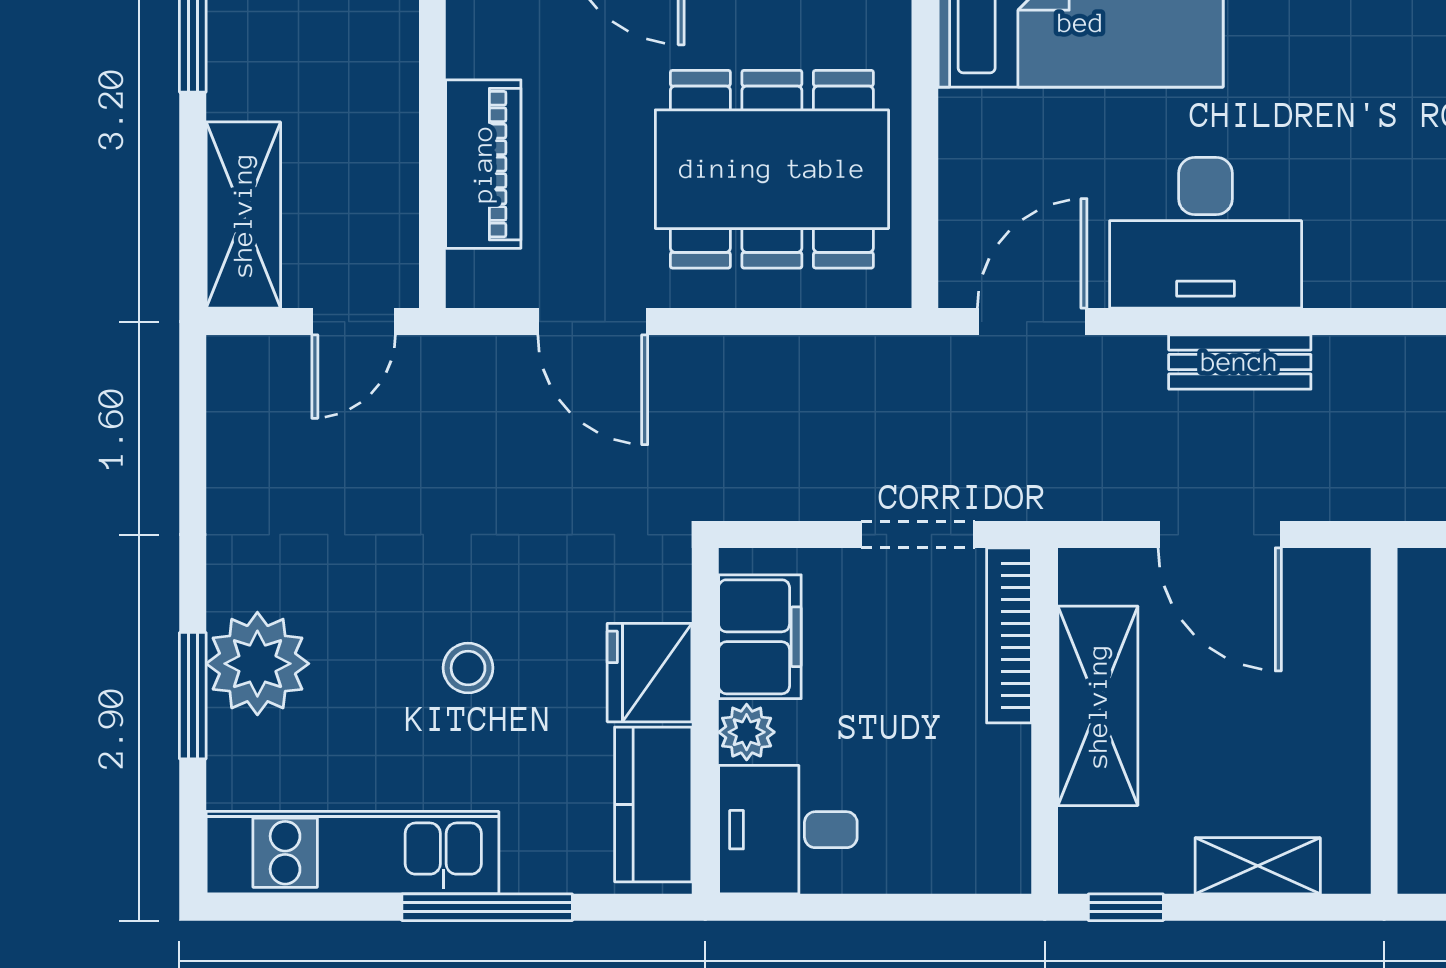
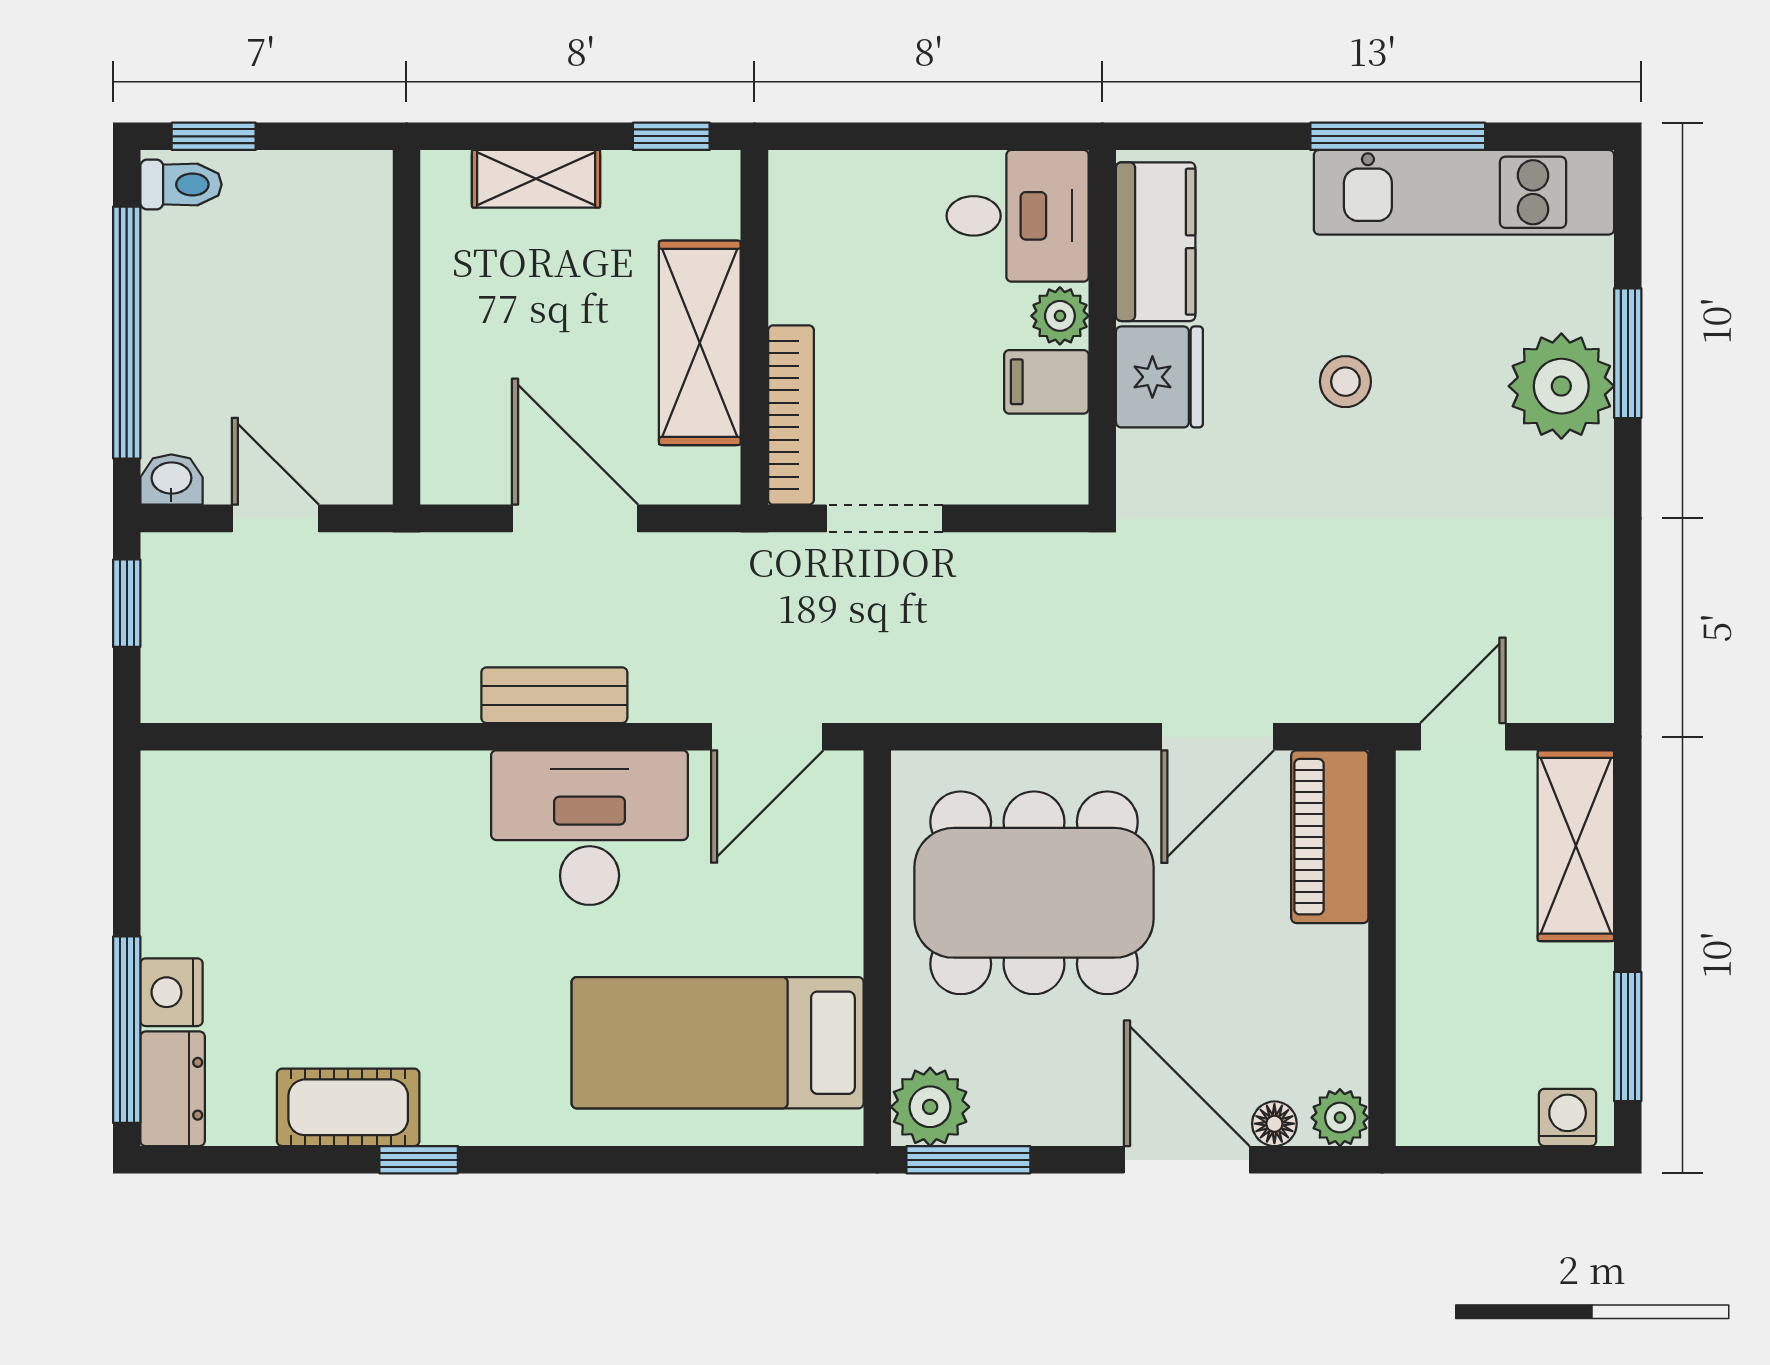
piano: (483, 164) -> (1330, 837), moved
door: (593, 322) -> (1218, 737), swing flipped
filing cabinet: (760, 637) -> (1046, 382), width x0.50
window: (487, 907) -> (1398, 136), moved

